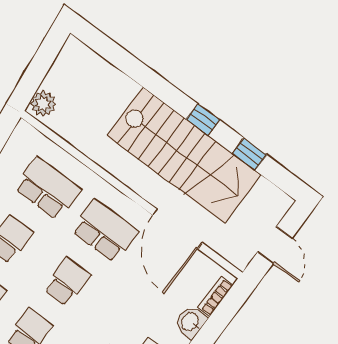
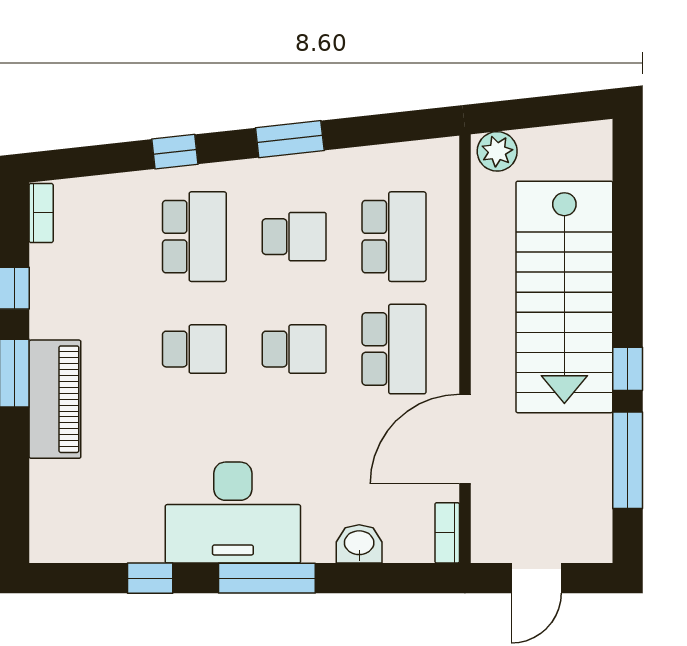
window: (249, 154) -> (628, 460), width x2.17
stairs: (184, 155) -> (564, 297), moved
bookcase: (215, 296) -> (447, 533), moved, turned -90

